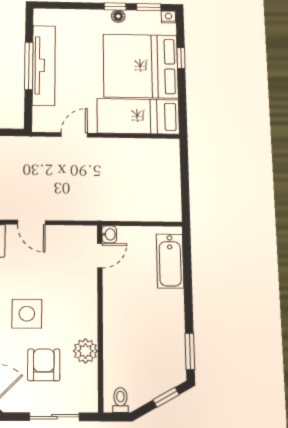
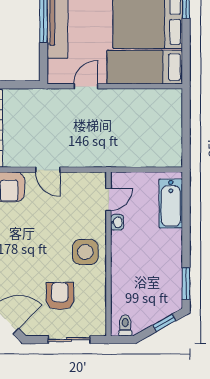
washbasin: (109, 234) -> (117, 222), moved
side table: (27, 314) -> (85, 252), moved
plant: (85, 351) -> (96, 284), removed

